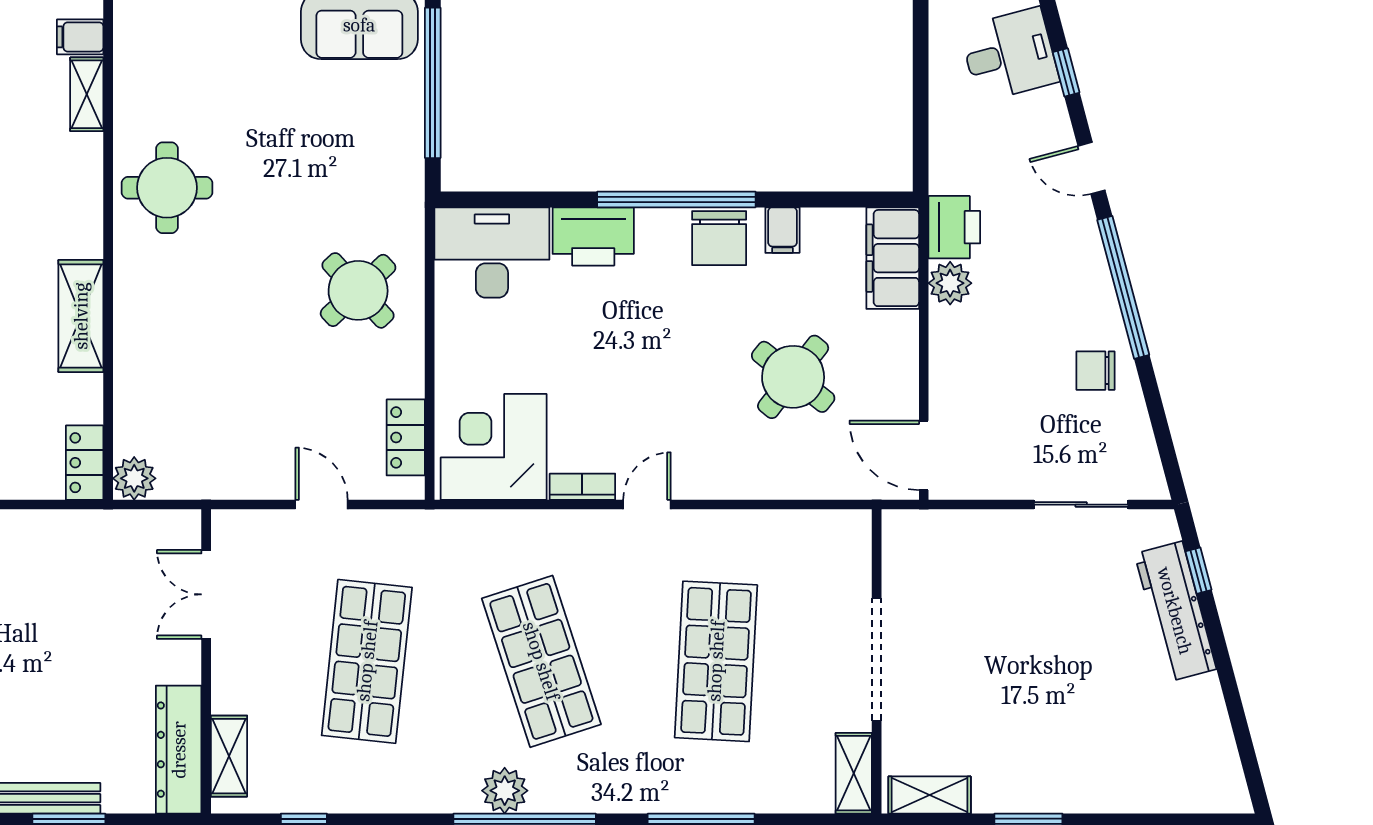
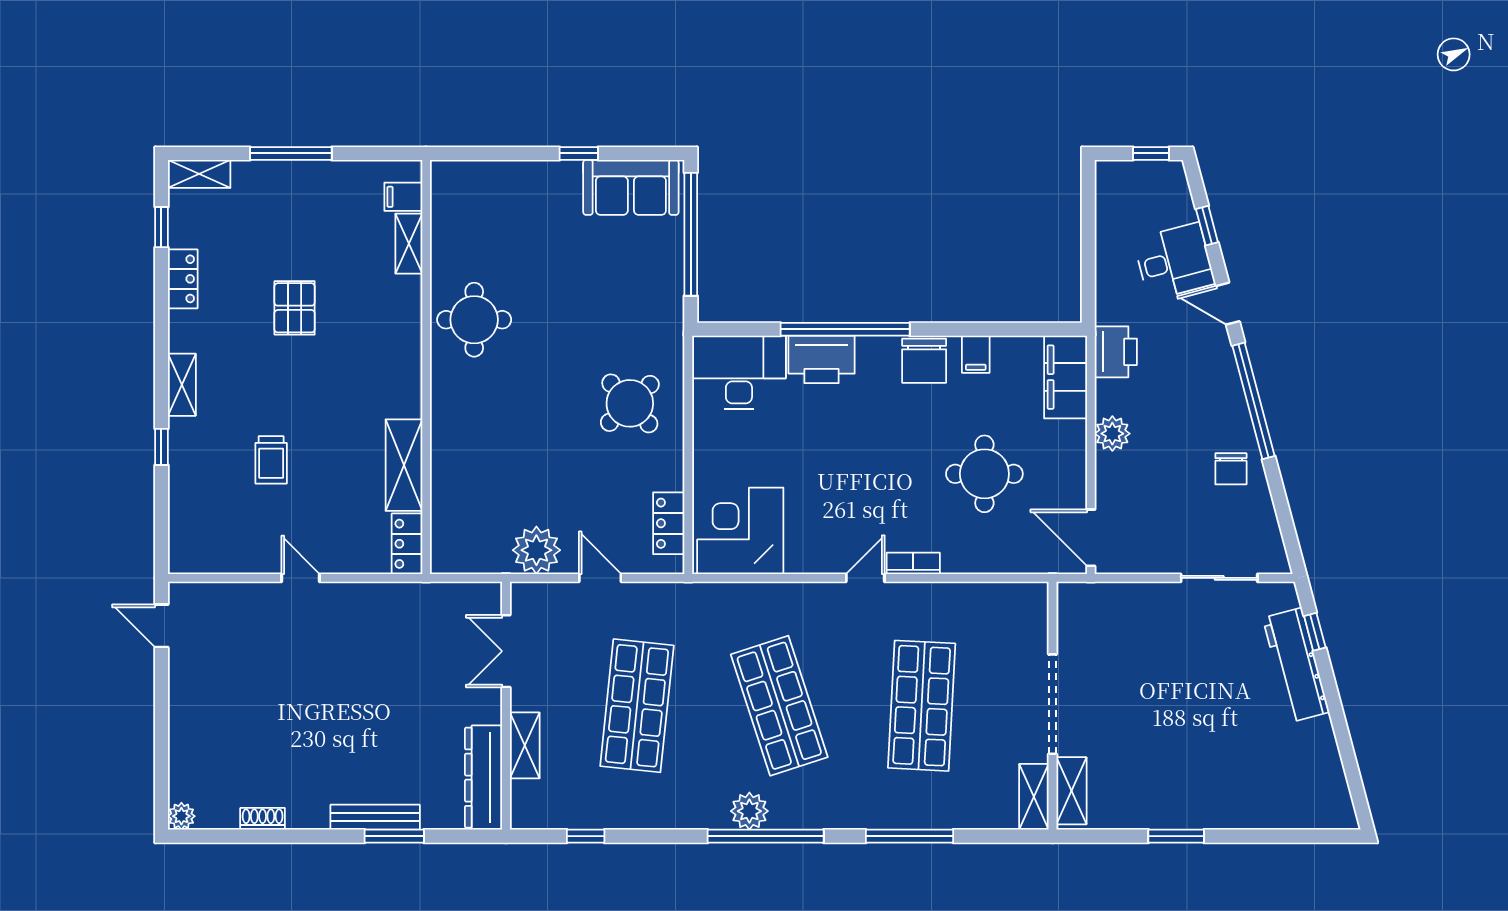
desk: (1009, 55) -> (1174, 261), moved
window: (676, 199) -> (845, 329), moved
plant: (950, 283) -> (1112, 434), moved
shelving: (81, 316) -> (404, 465), moved
chair: (1096, 371) -> (1231, 469), turned -90
round table: (793, 377) -> (984, 474), turned -38
plant: (134, 478) -> (536, 550), moved, width x1.36, depth x1.36
bookcase: (582, 487) -> (913, 563), moved
shelving: (229, 756) -> (525, 745), moved
shelving: (930, 795) -> (1072, 791), moved, turned 90

